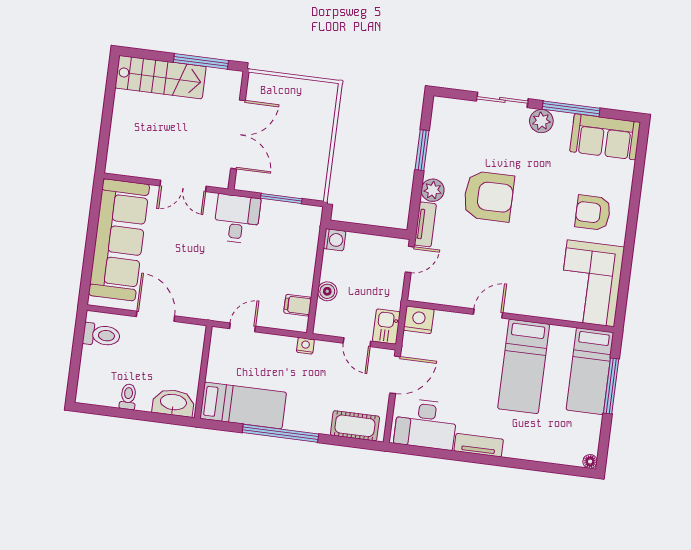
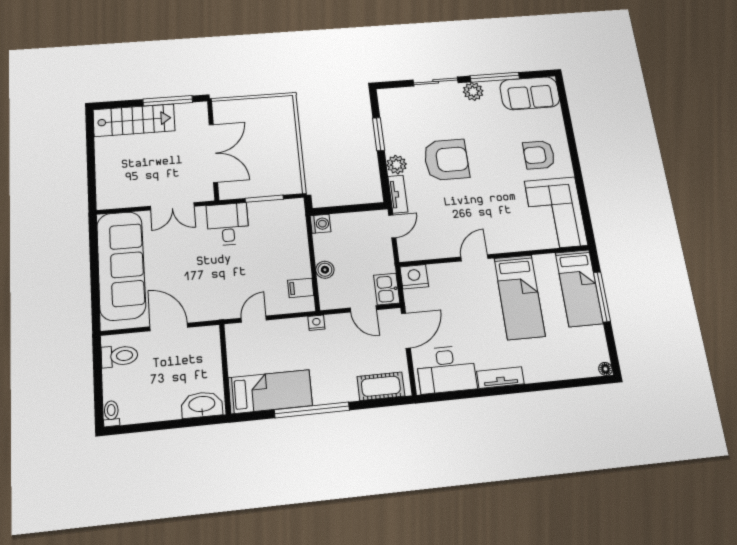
toilet: (128, 397) -> (111, 414), moved

